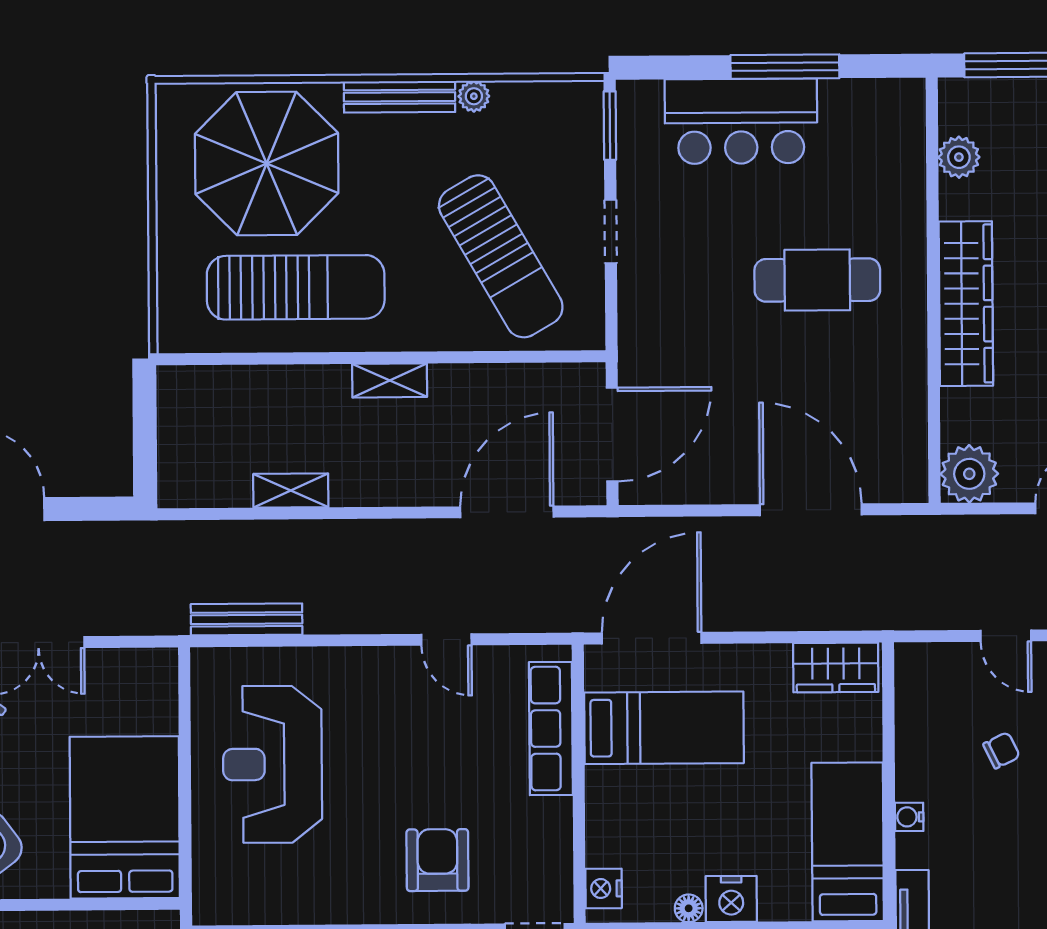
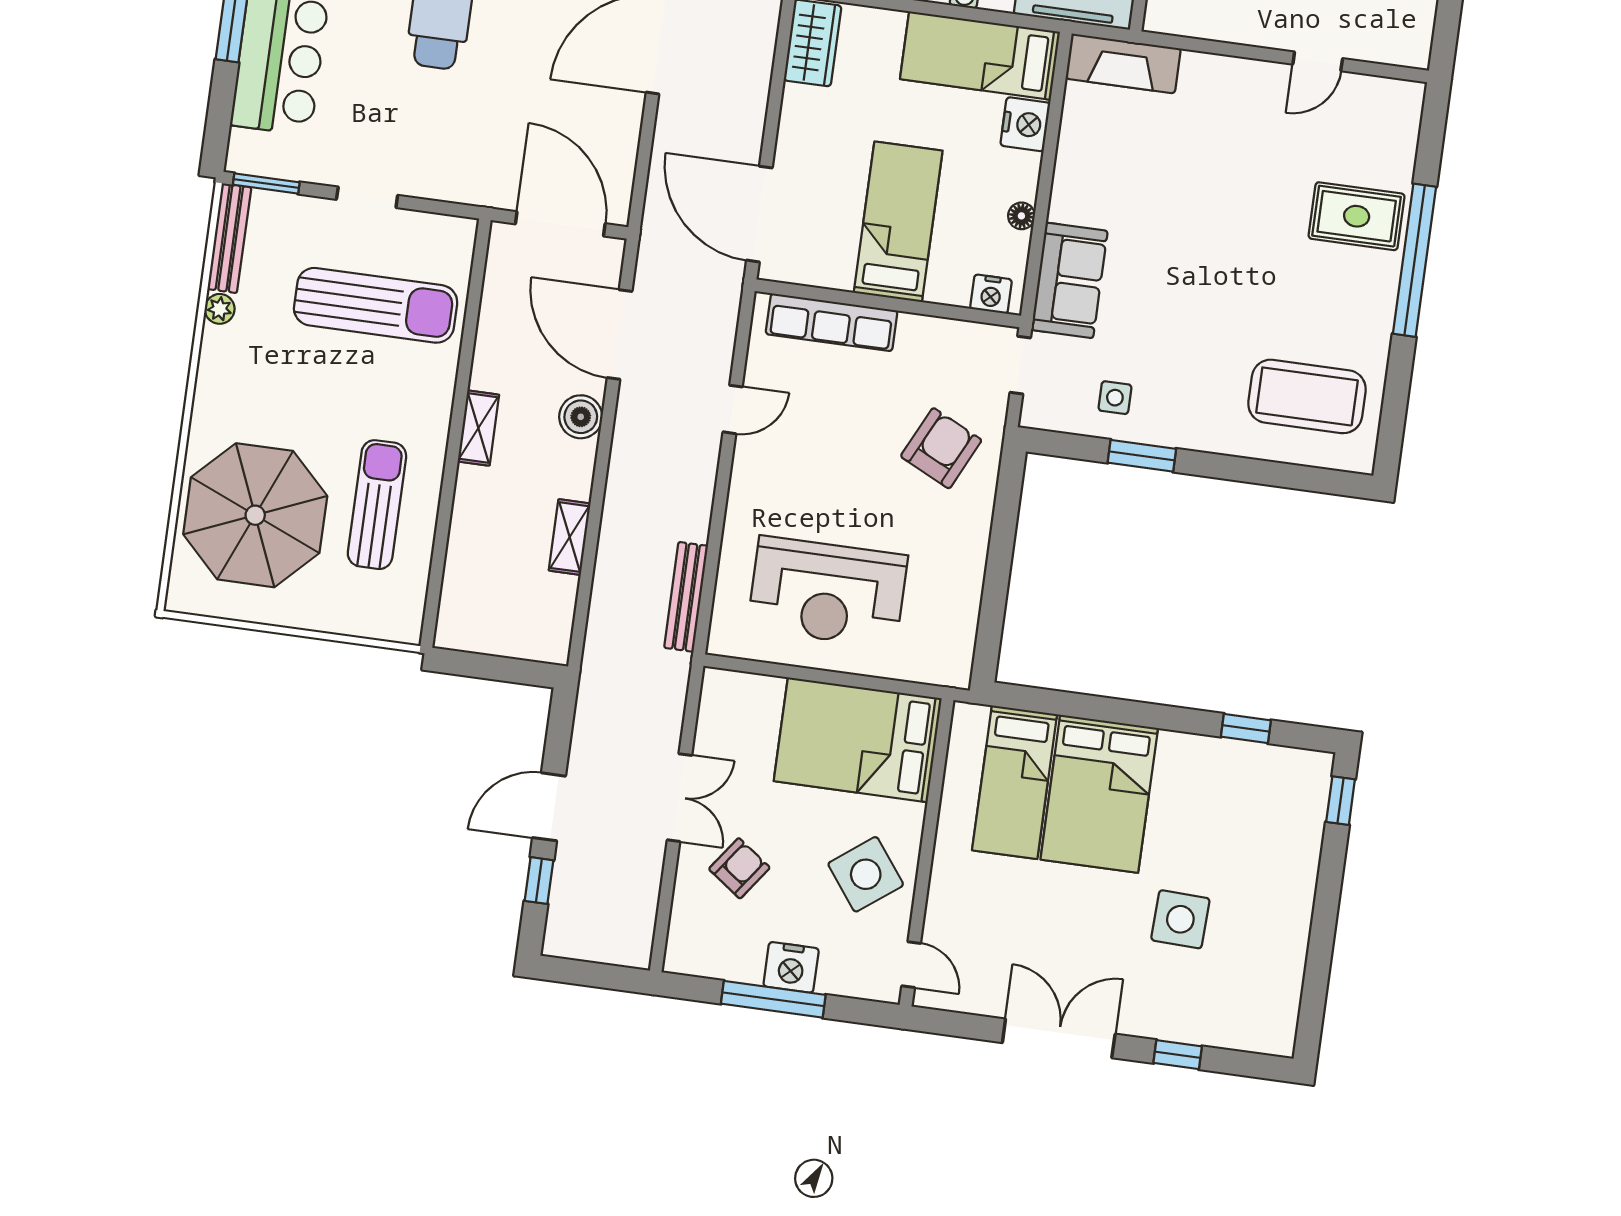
bench: (400, 97) -> (229, 238), moved
sun lounger: (501, 256) -> (376, 305), turned 30
sun lounger: (296, 287) -> (377, 505), width x0.73, depth x0.75
boiler: (416, 484) -> (581, 417), added
bed: (664, 728) -> (898, 222), moved
armchair: (437, 860) -> (941, 448), turned 116
nightstand: (731, 899) -> (1025, 124), moved

